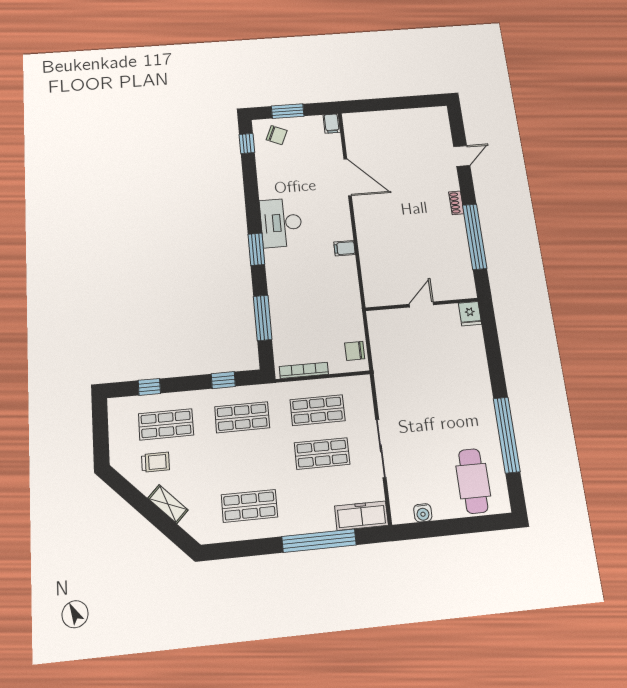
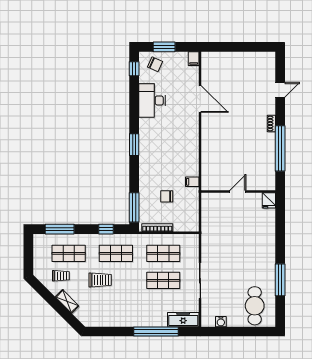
desk: (281, 223) -> (152, 100), moved
filing cabinet: (345, 248) -> (192, 182), moved
window: (263, 318) -> (134, 207), moved
chair: (355, 351) -> (167, 196), moved
window: (149, 387) -> (60, 229), width x2.17
window: (507, 435) -> (280, 280), width x0.68
trolley: (220, 463) -> (100, 280), added
shop shelf: (249, 506) -> (116, 307), removed

